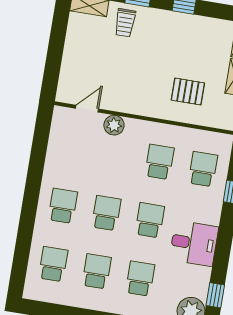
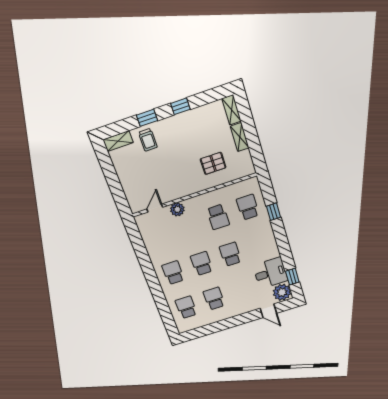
school desk: (159, 162) -> (218, 217), turned 180
desk: (194, 243) -> (270, 273), moved
school desk: (140, 279) -> (242, 290), removed

